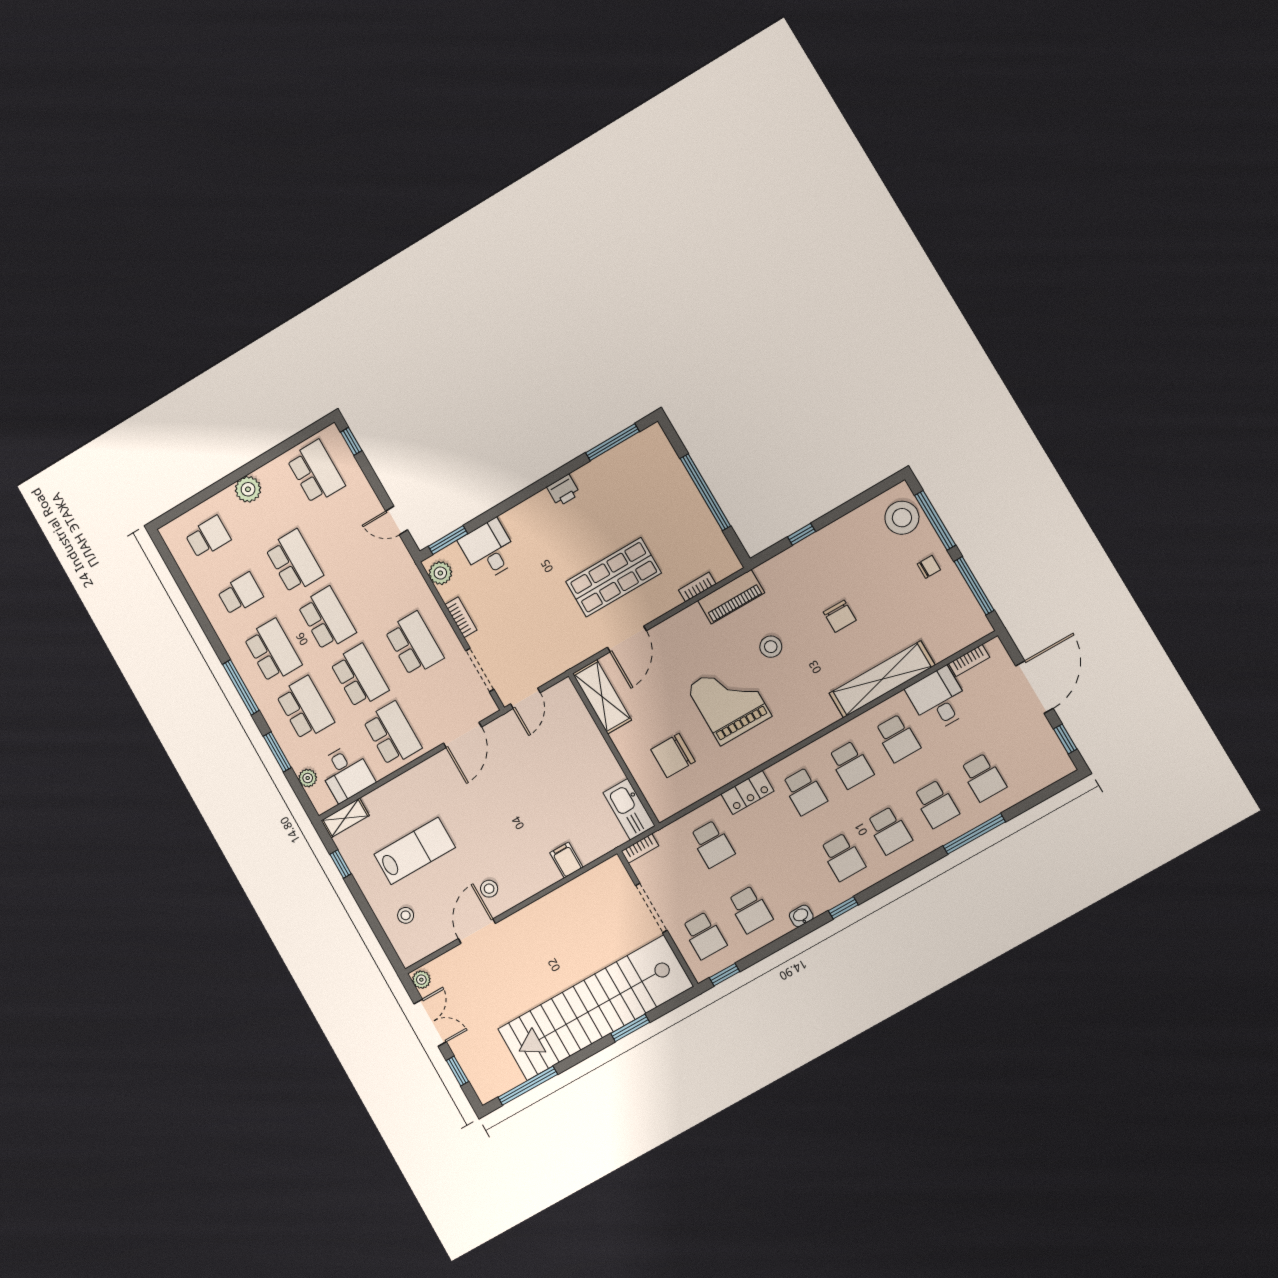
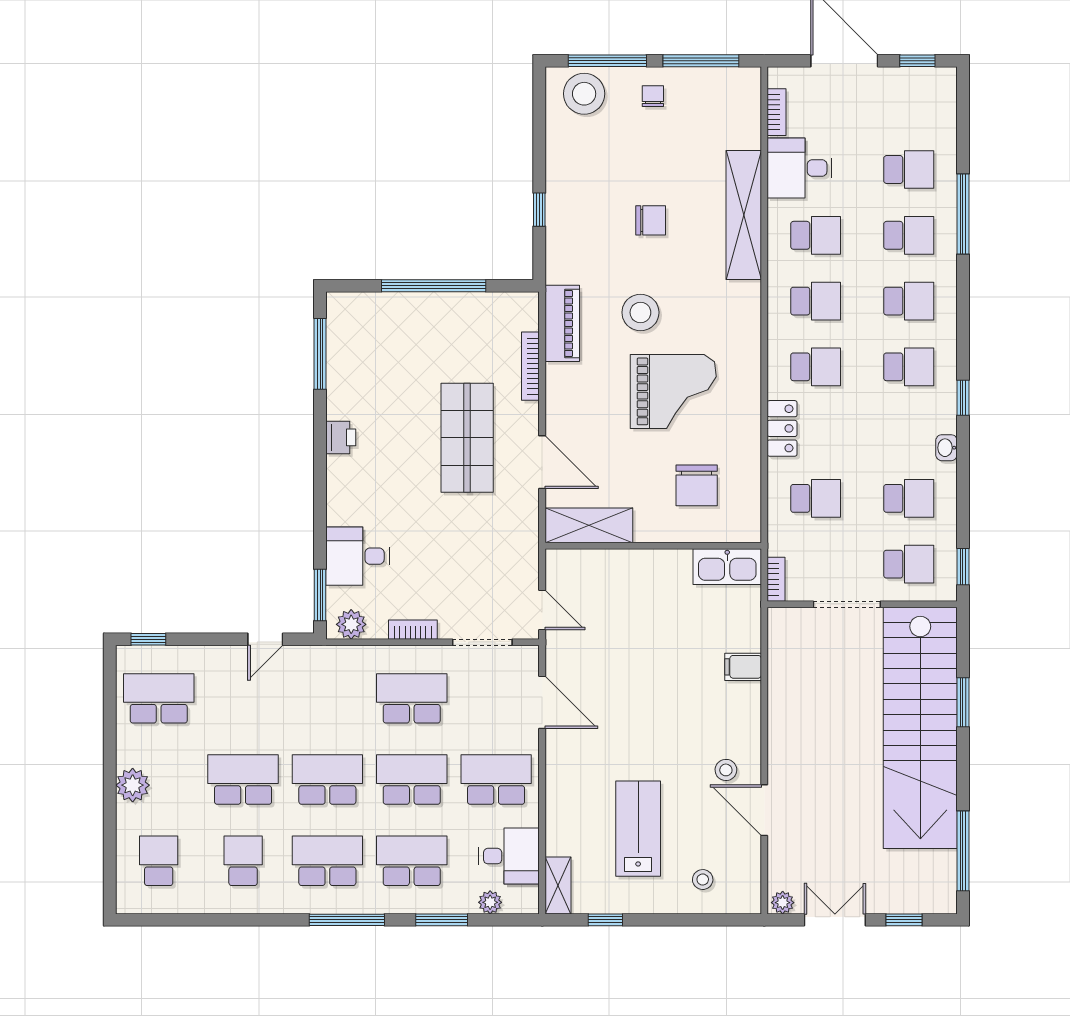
bookcase: (697, 587) -> (530, 366), width x1.56
stool: (771, 647) -> (640, 312), width x1.38, depth x1.38
grand piano: (729, 701) -> (673, 391), turned 180

